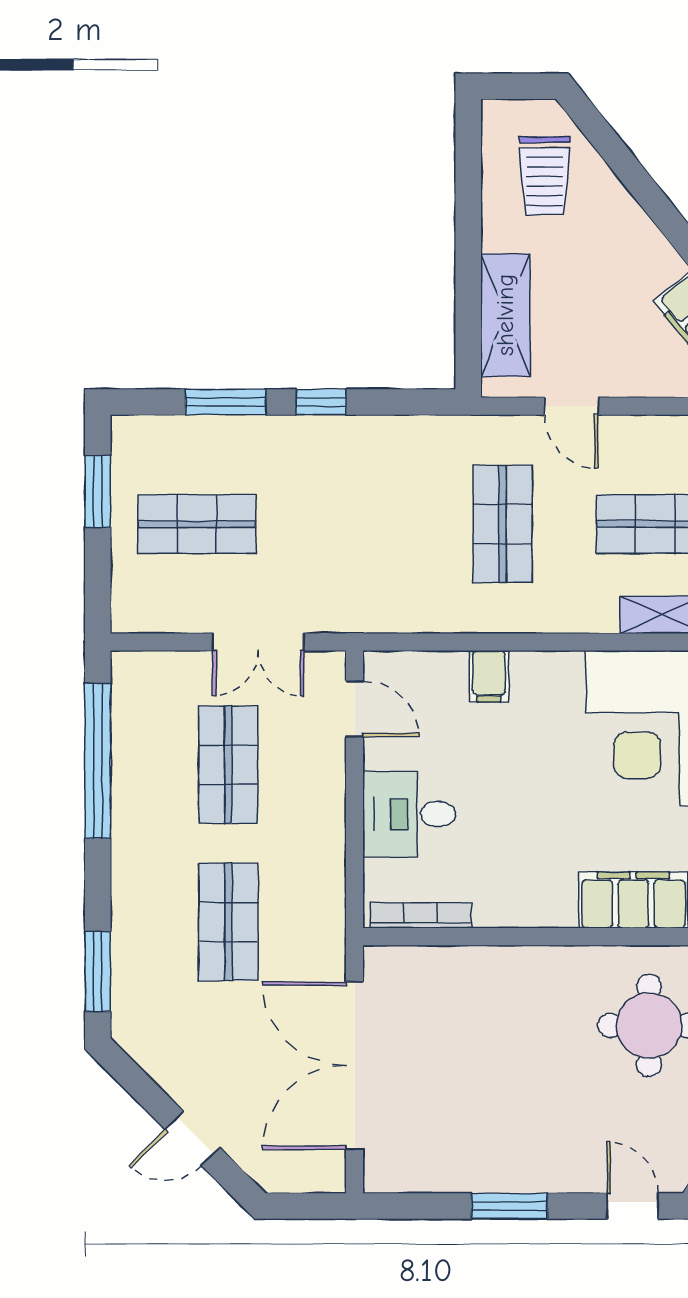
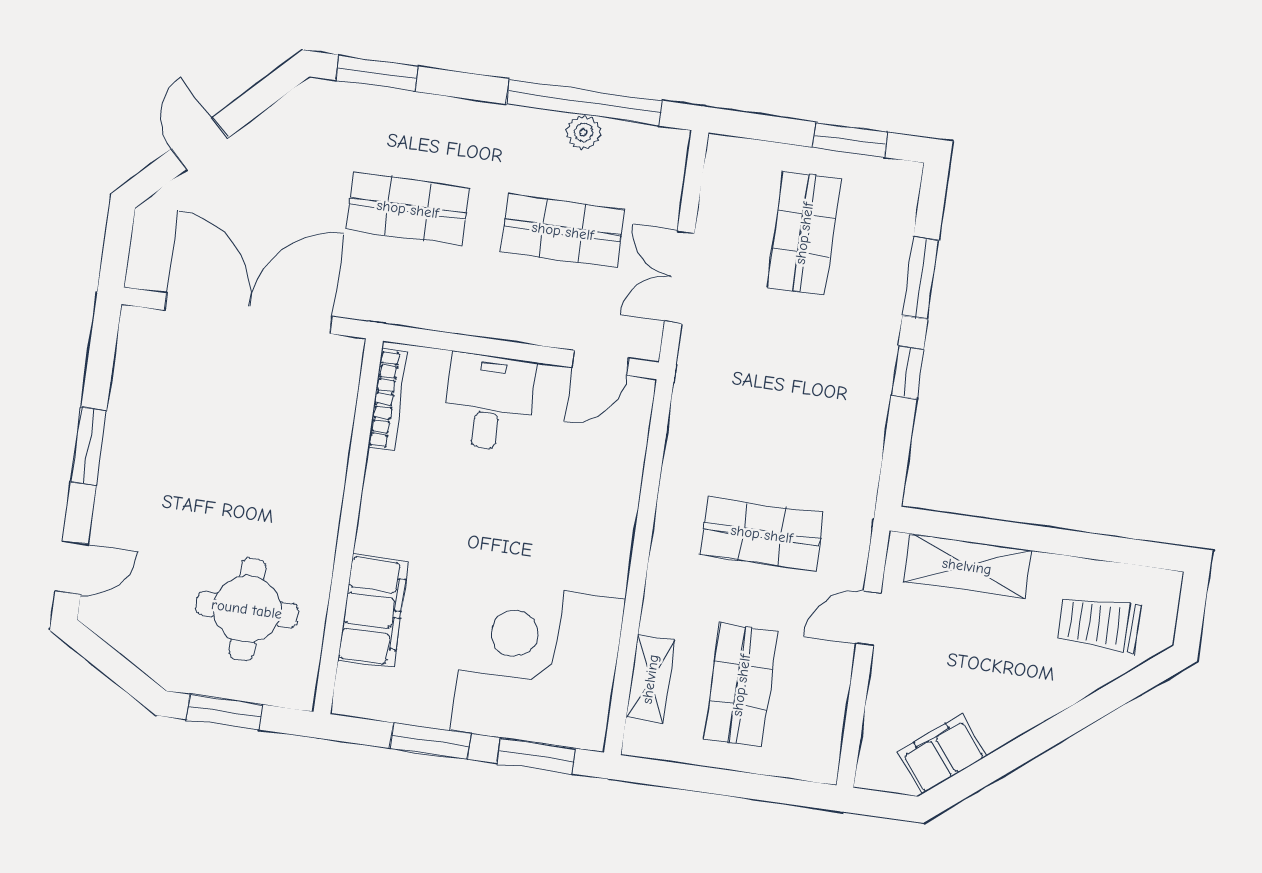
filing cabinet: (489, 676) -> (614, 500), removed
plant: (128, 758) -> (583, 132), added

